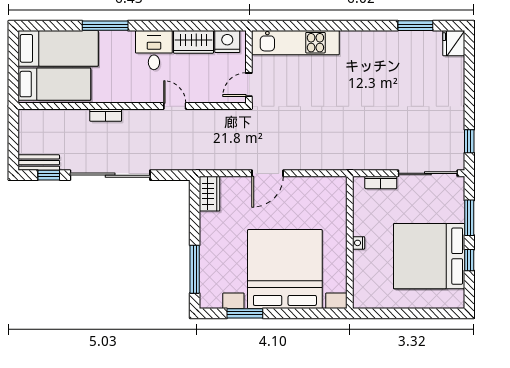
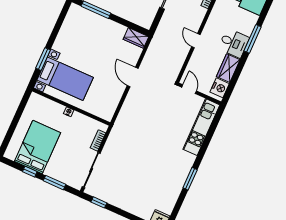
window: (105, 26) -> (253, 39), moved
window: (415, 26) -> (190, 179), moved
door: (175, 106) -> (196, 41), swing flipped
bed: (429, 256) -> (38, 147), width x0.73
bed with nightstands: (285, 269) -> (65, 79), width x0.54
window: (245, 313) -> (43, 59), moved

